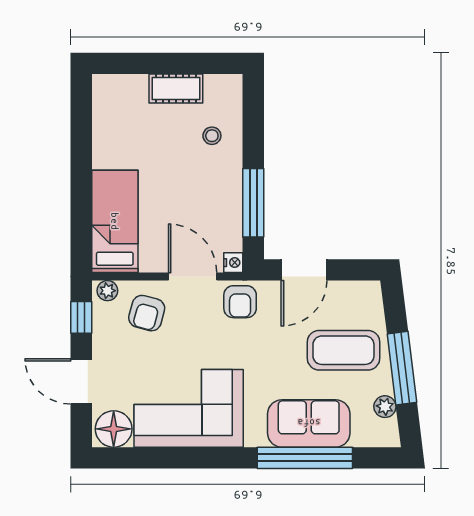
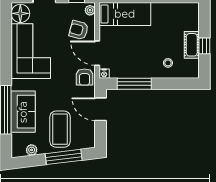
window: (178, 63) -> (204, 46), added
door: (193, 277) -> (97, 53), swing flipped
armchair: (240, 302) -> (84, 77), turned -90
window: (402, 368) -> (64, 157), moved

